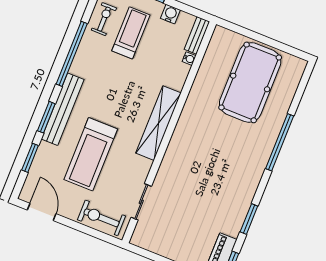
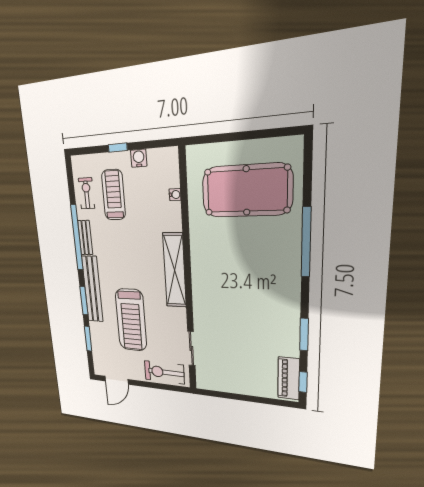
bench: (197, 35) -> (85, 238), moved
pool table: (250, 82) -> (246, 191), turned 90
door: (42, 212) -> (117, 380), swing flipped

